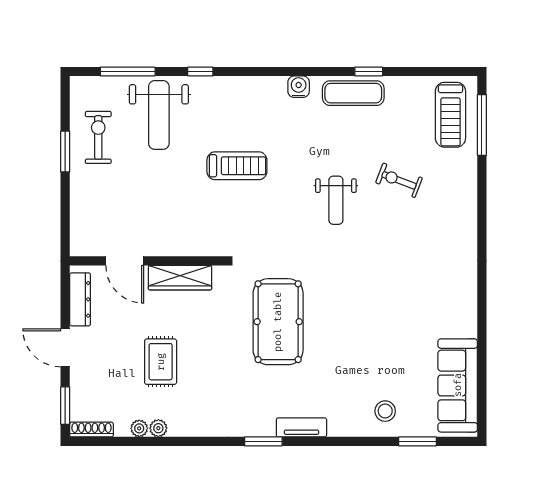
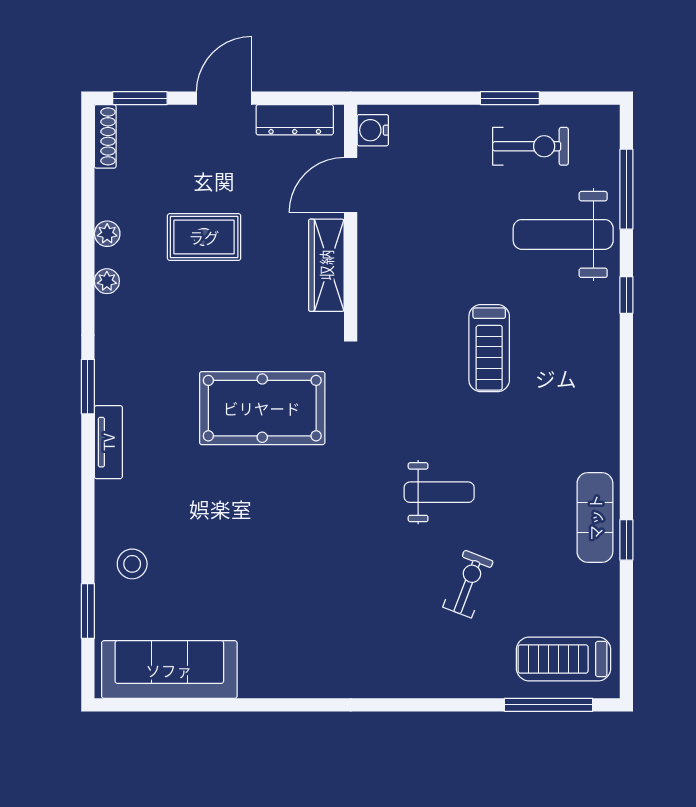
water cooler: (299, 87) -> (373, 130), moved, turned 180
weight bench: (336, 200) -> (439, 492), turned 180
plant: (139, 428) -> (107, 281), moved

